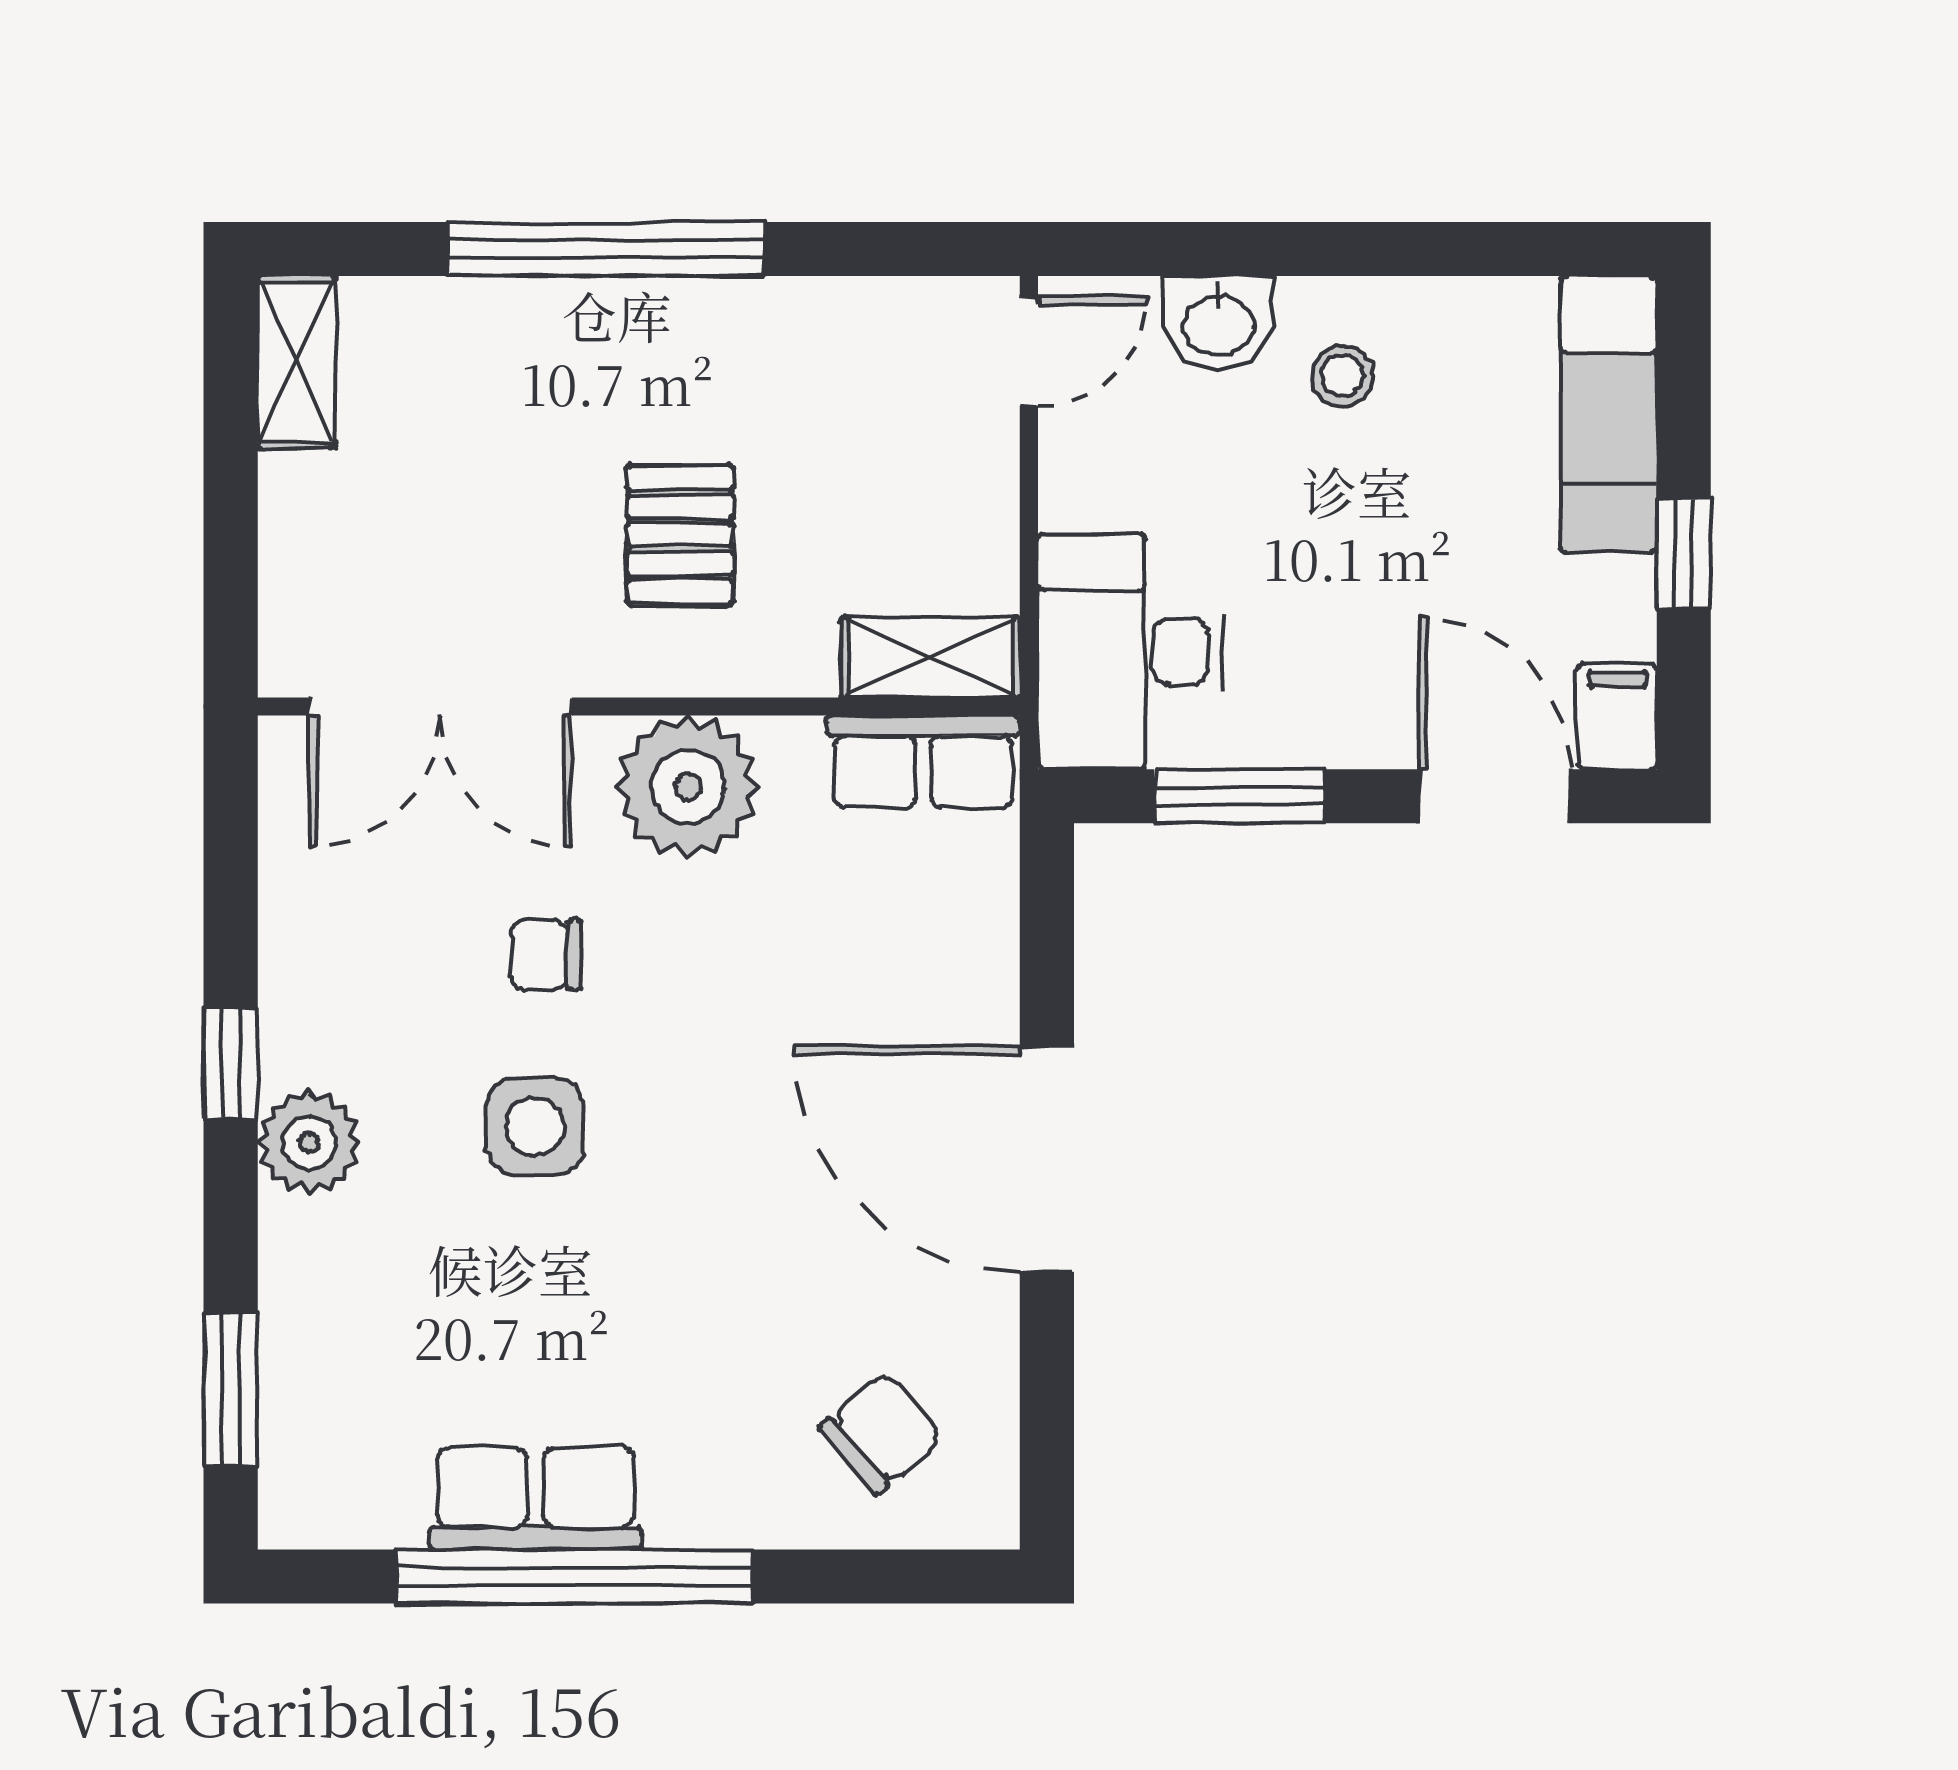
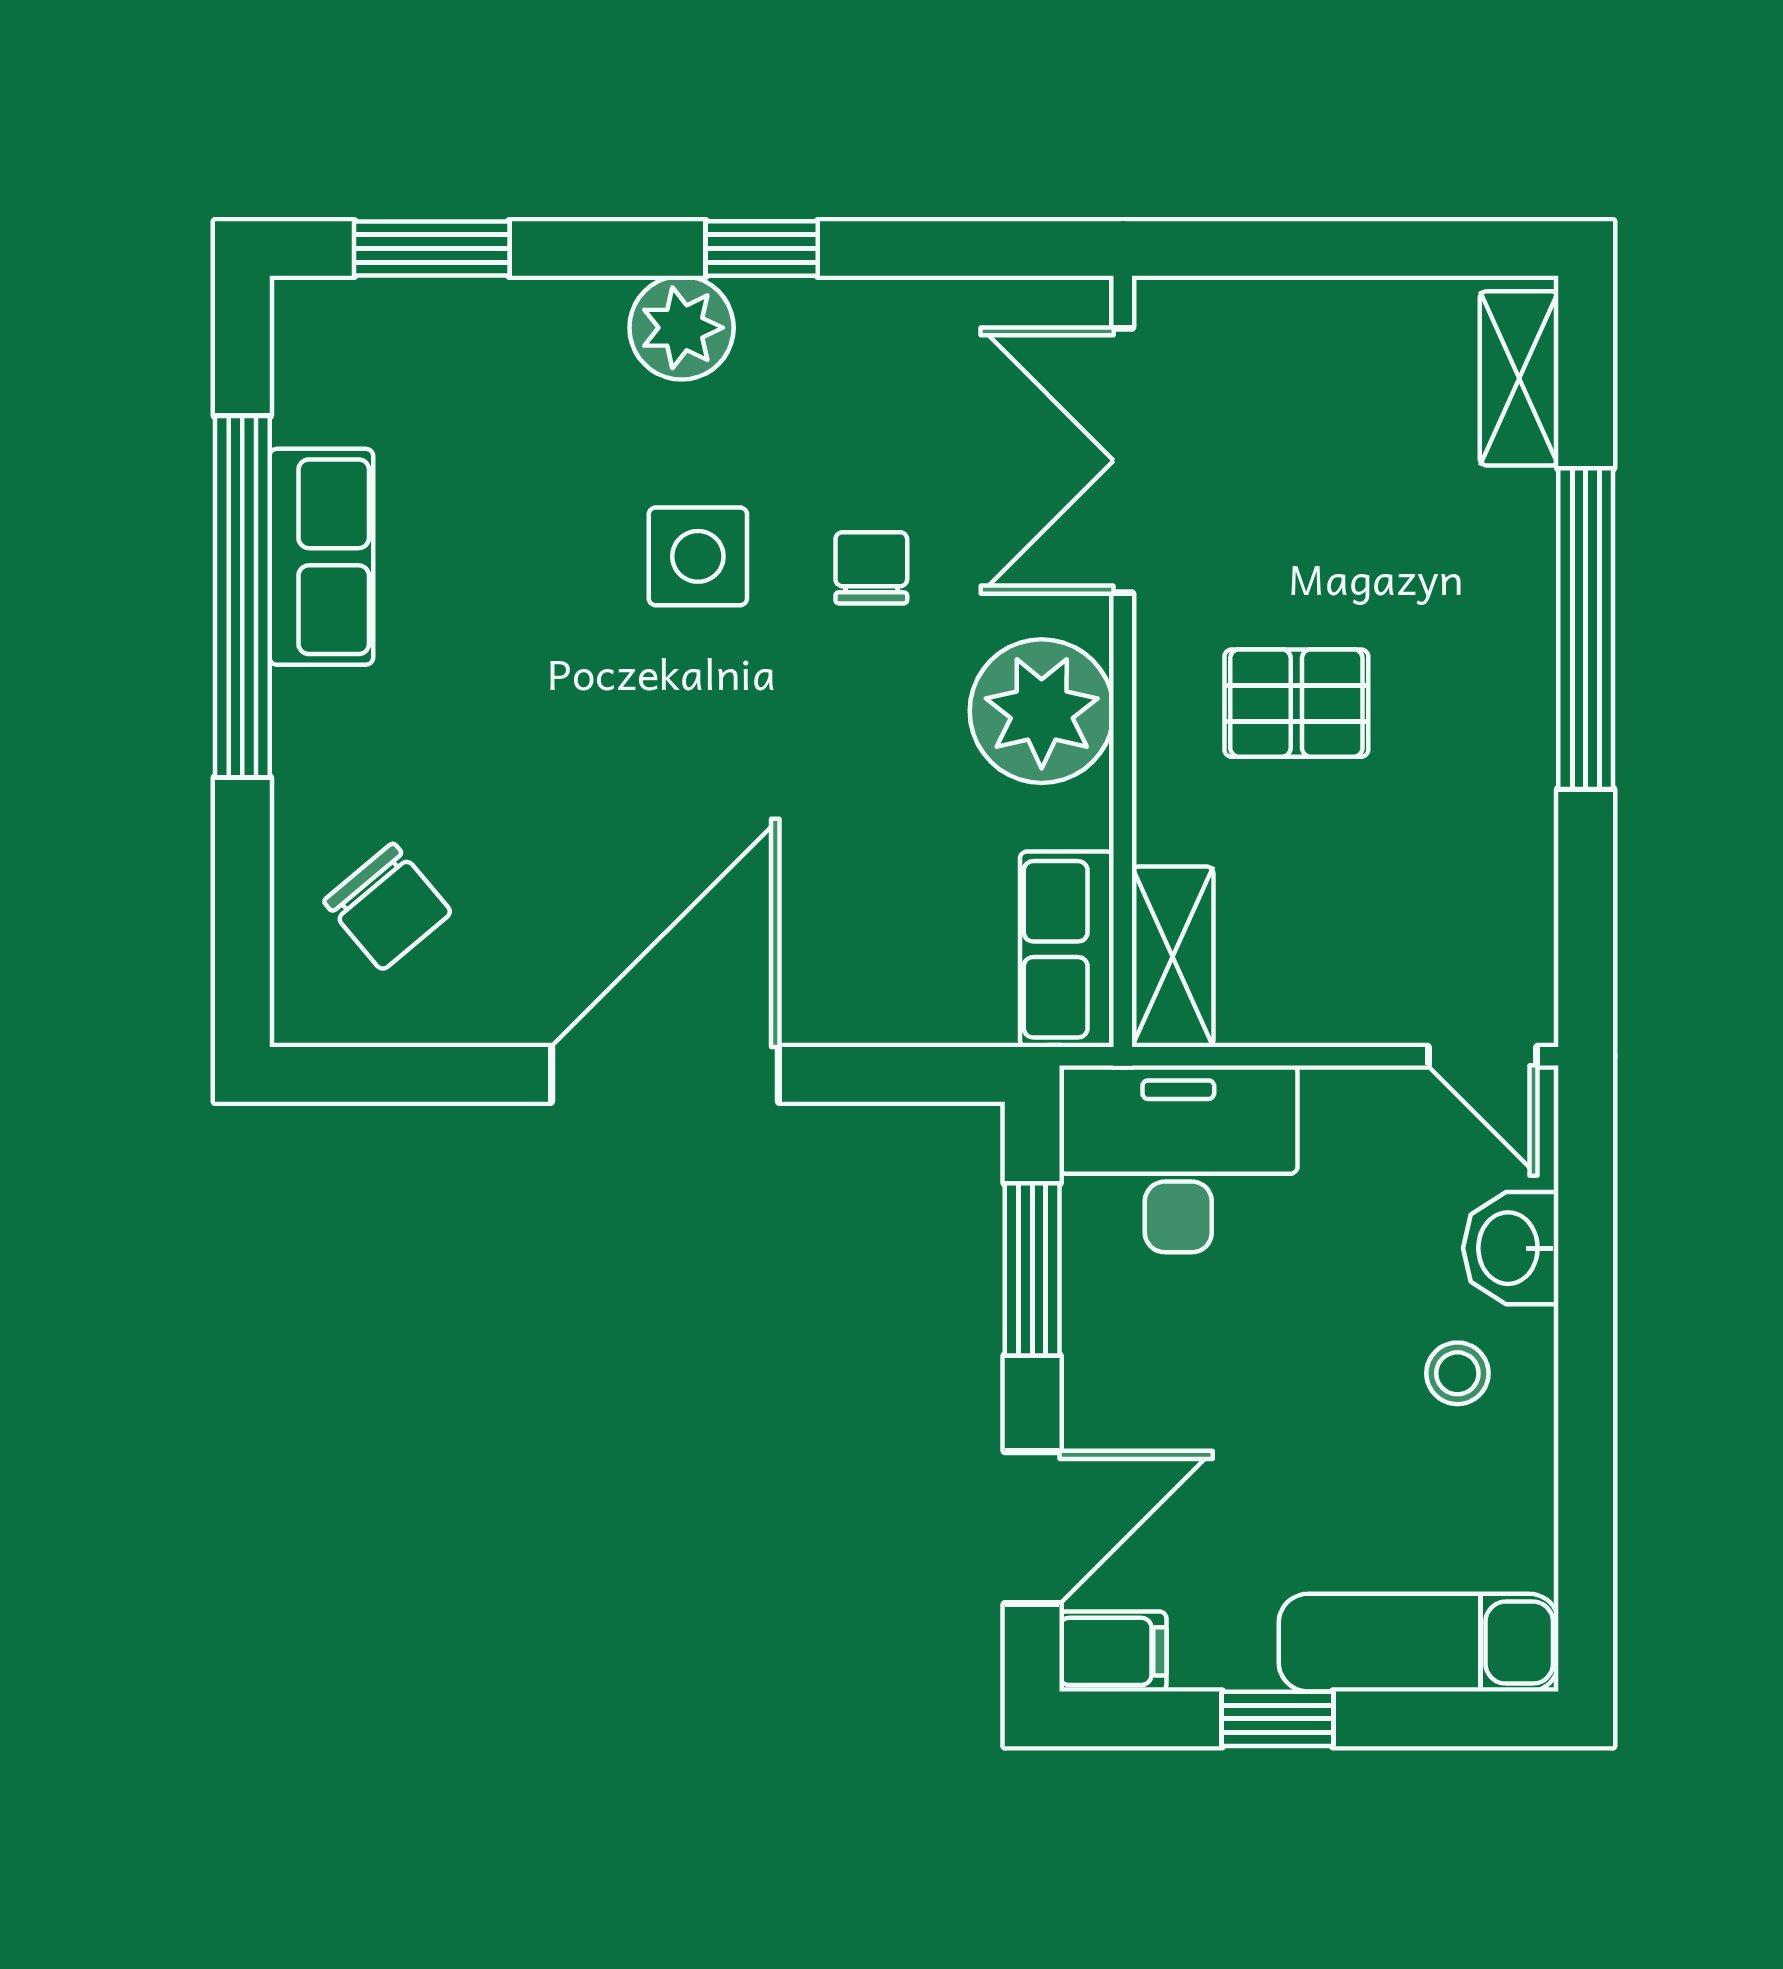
shelving: (296, 362) -> (1519, 378), moved, turned 90

